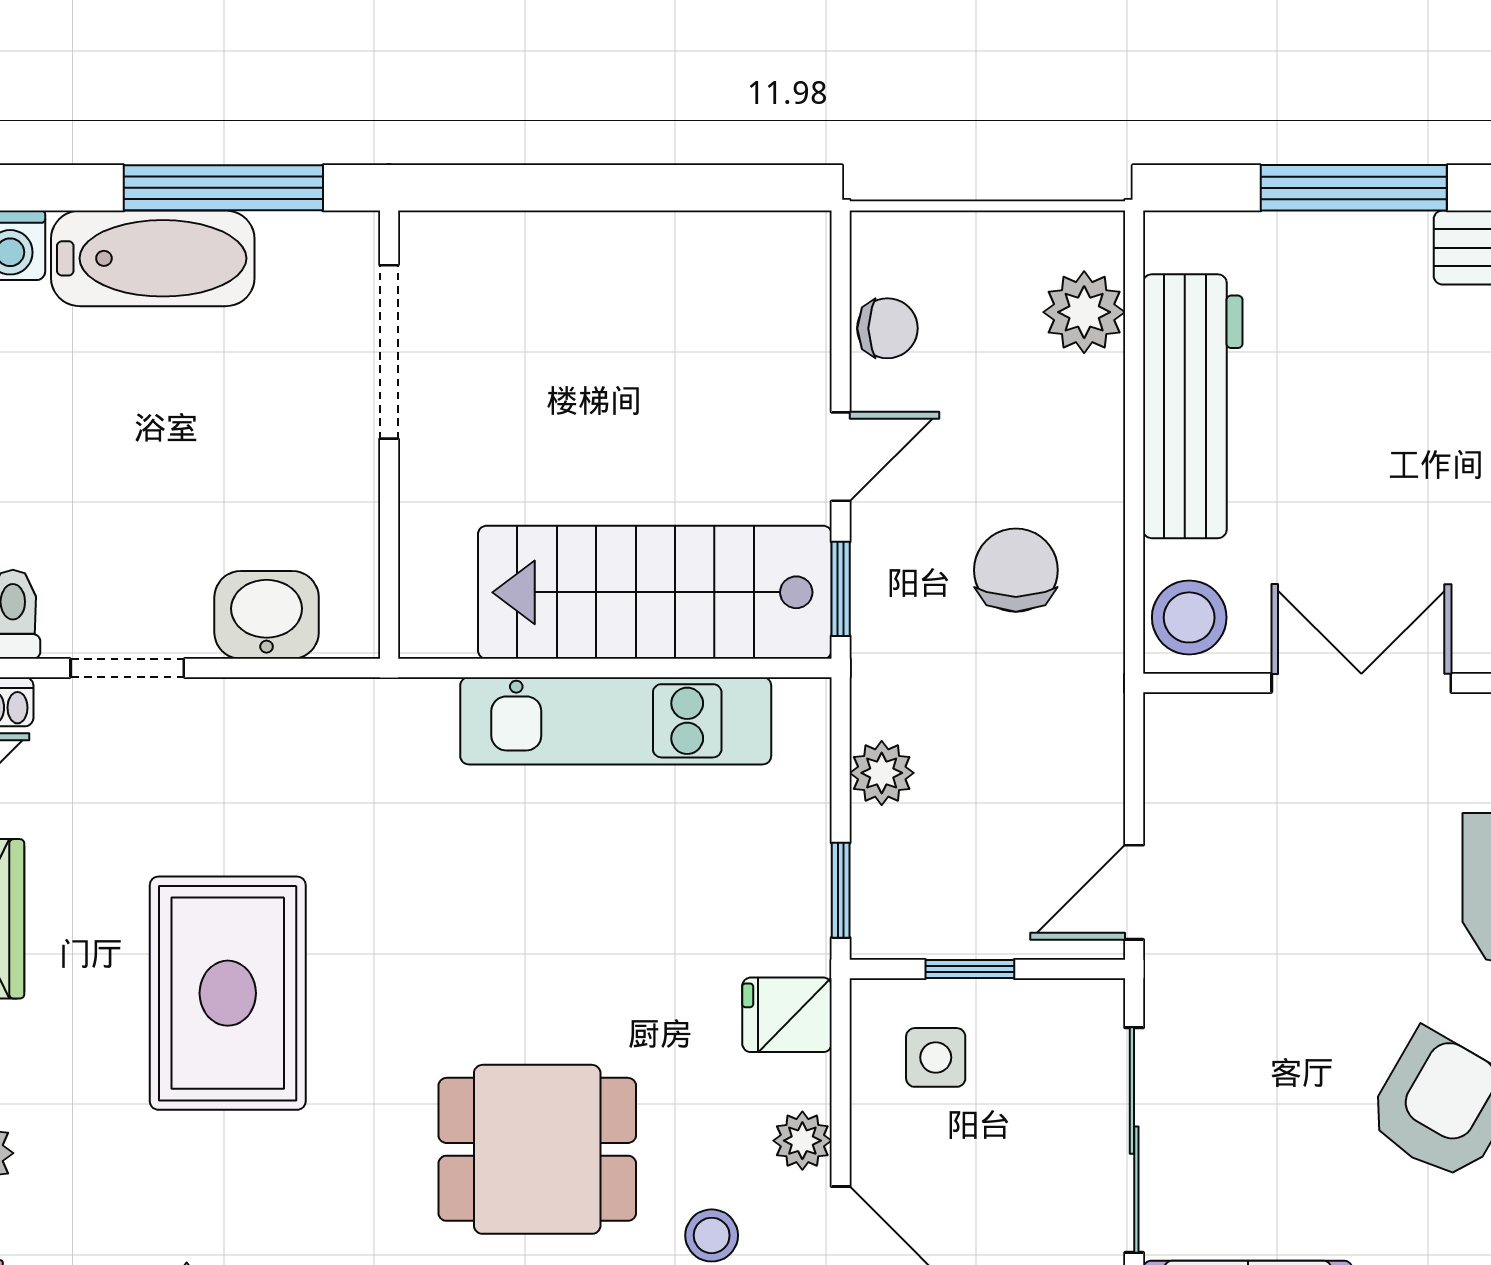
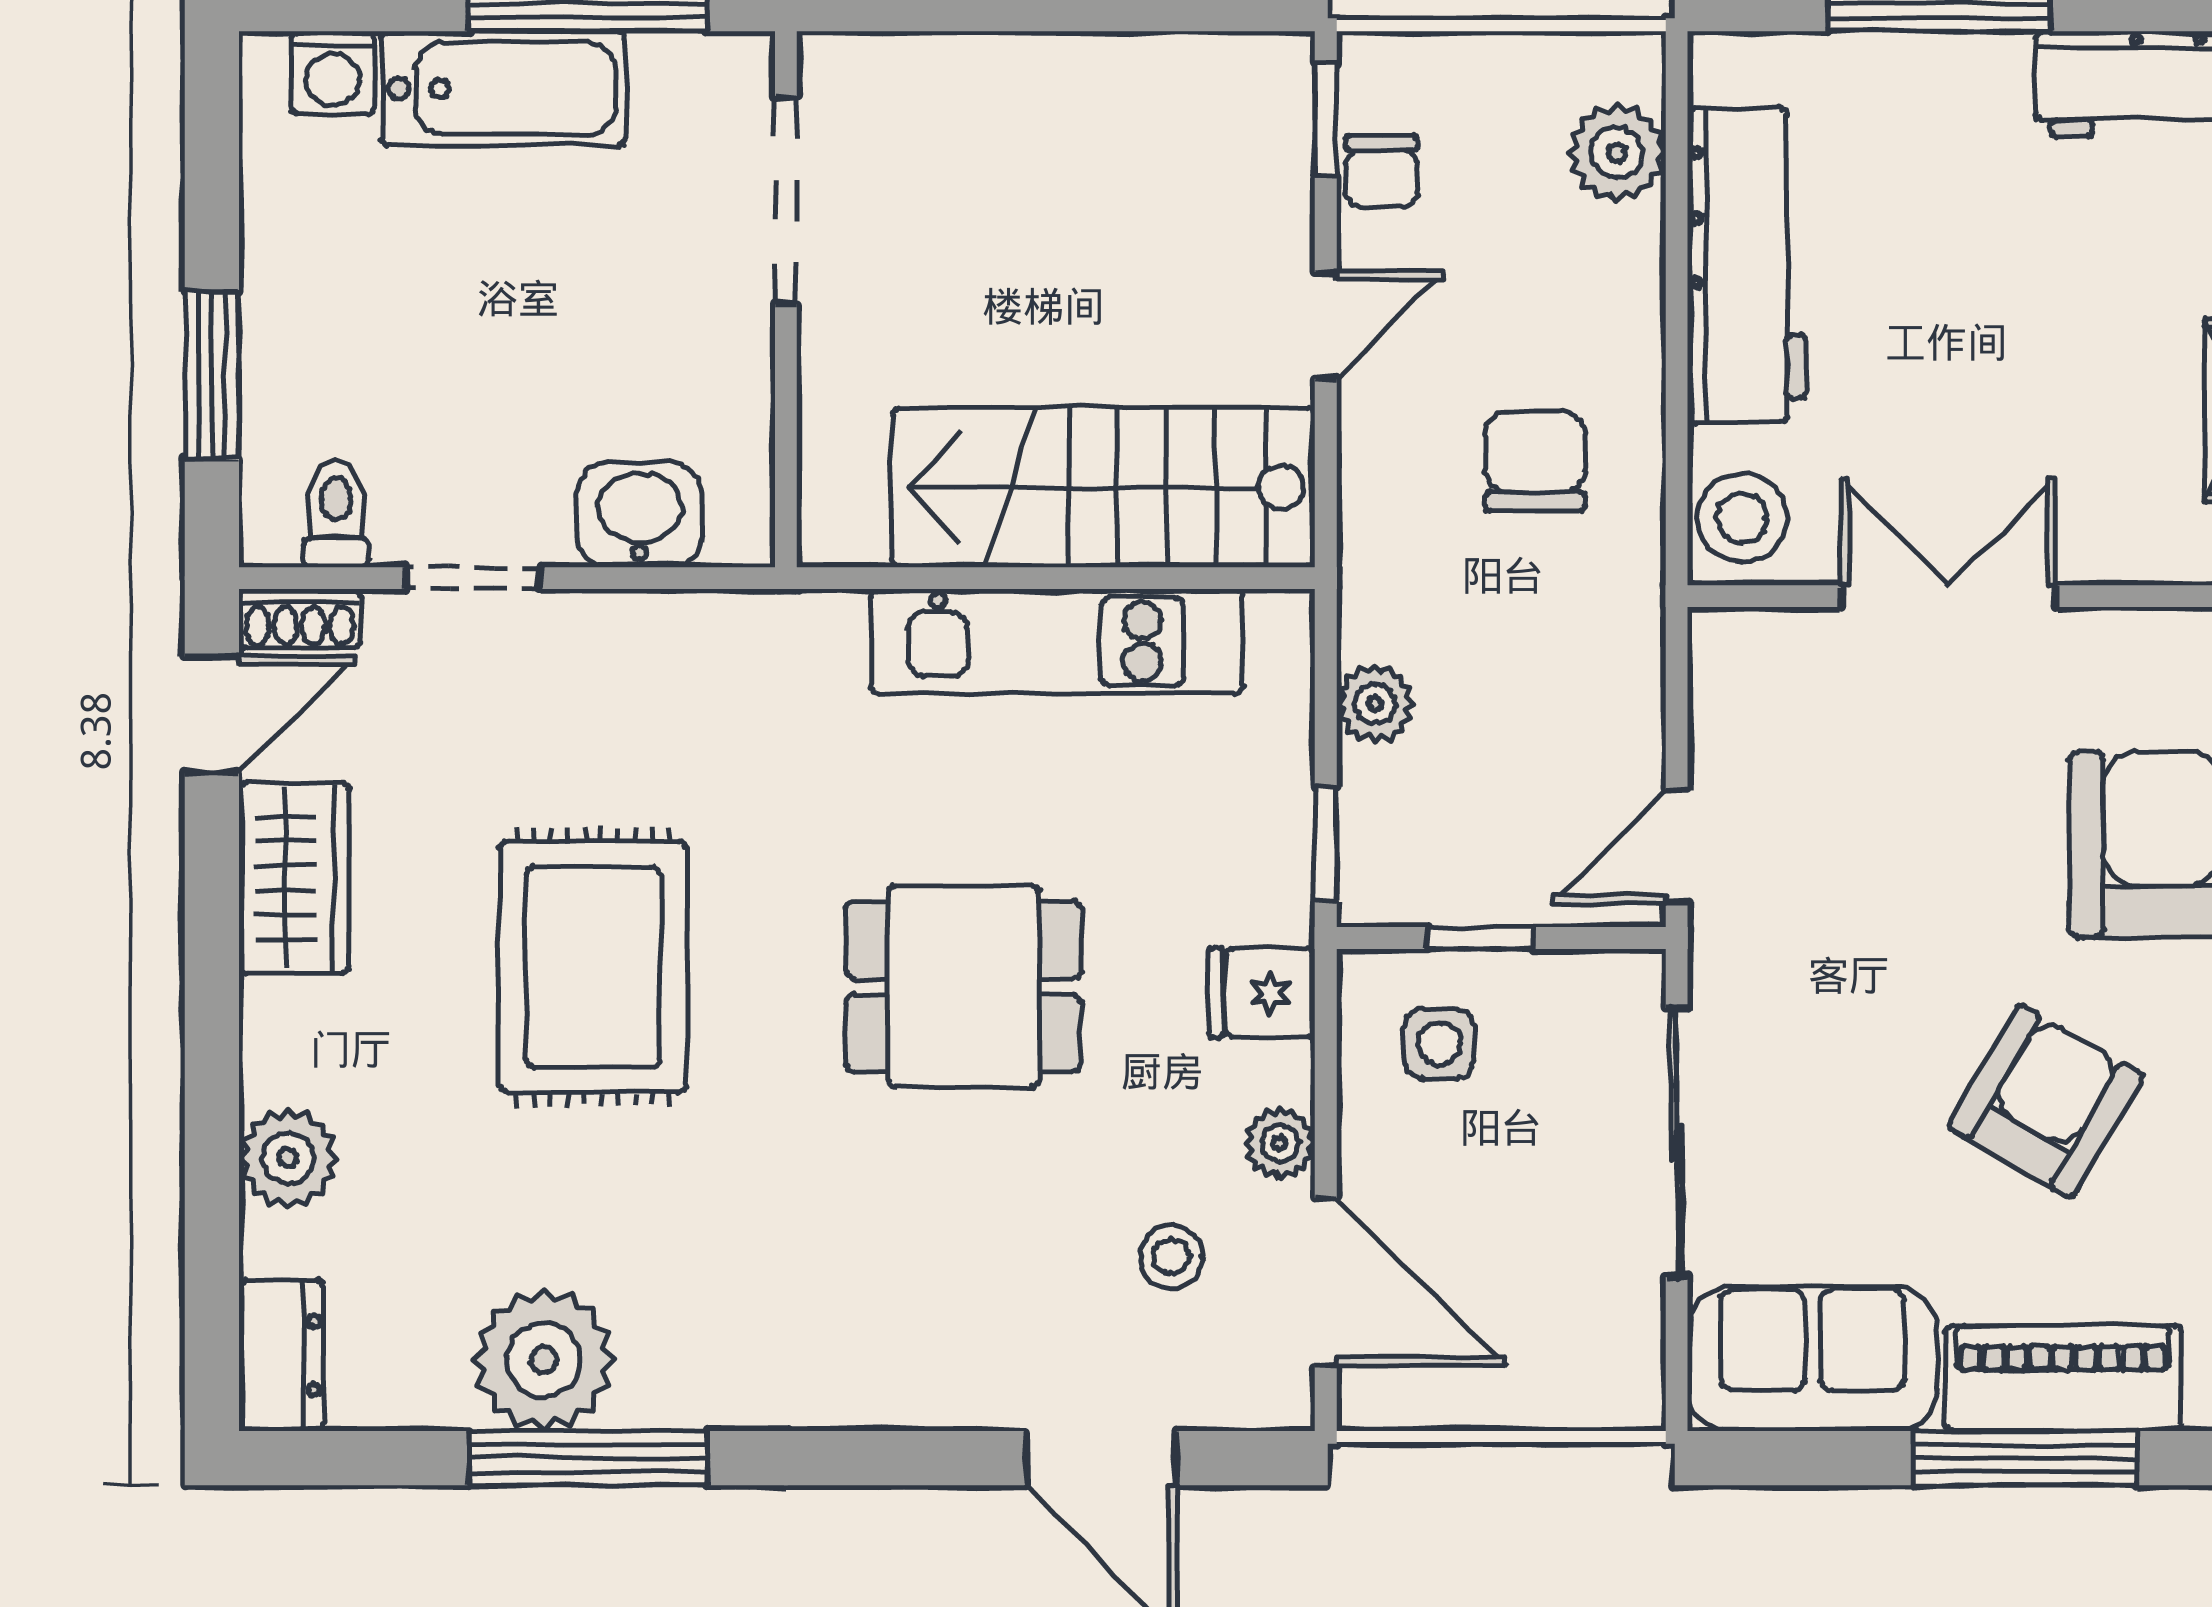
chair: (887, 328) -> (1382, 172), turned 90
window: (841, 589) -> (1326, 120), moved
dining table: (537, 1149) -> (964, 987), moved

